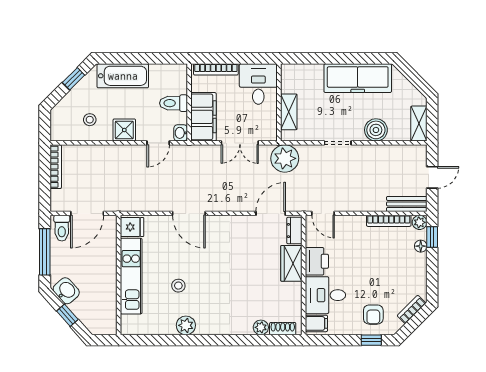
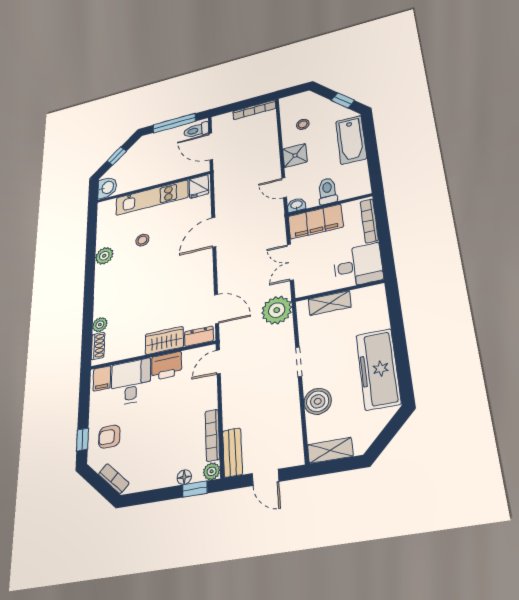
washbasin: (66, 291) -> (107, 188), moved, turned -49

